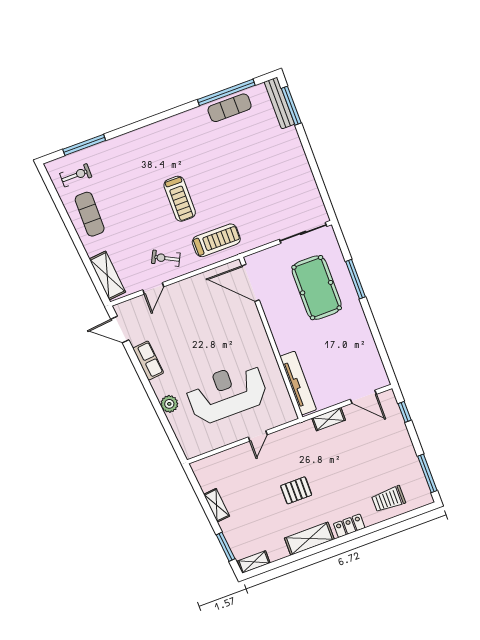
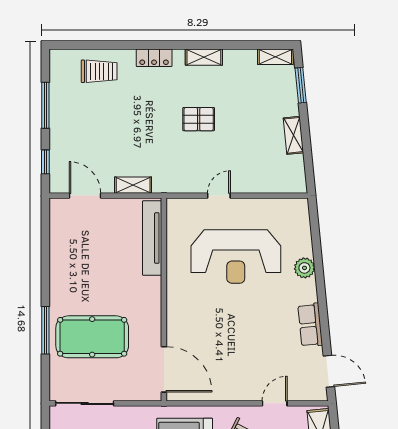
pool table: (317, 288) -> (92, 337), turned 90
window: (427, 473) -> (45, 105), moved
shelving: (309, 539) -> (204, 57), width x0.67, depth x0.75

